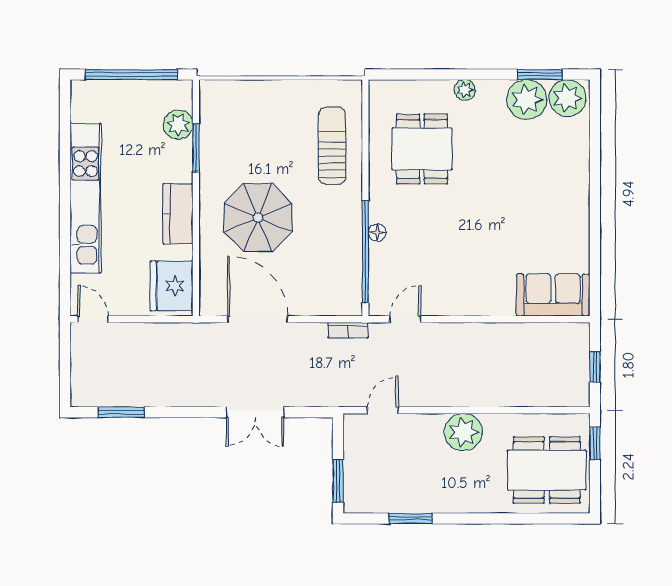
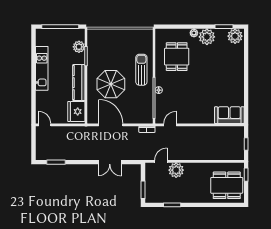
plant: (527, 99) -> (207, 37), moved
sun lounger: (332, 146) -> (141, 70), moved
kitchen unit: (86, 198) -> (42, 68), width x0.73
kitchen counter: (178, 214) -> (79, 83), width x1.50
plant: (463, 432) -> (176, 170), moved

